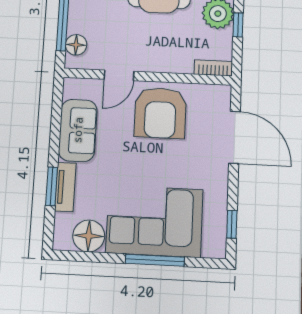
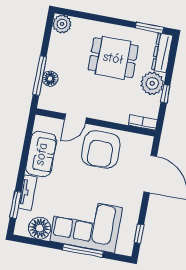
floor lamp: (76, 45) -> (50, 79), moved
window: (52, 186) -> (15, 205), moved

